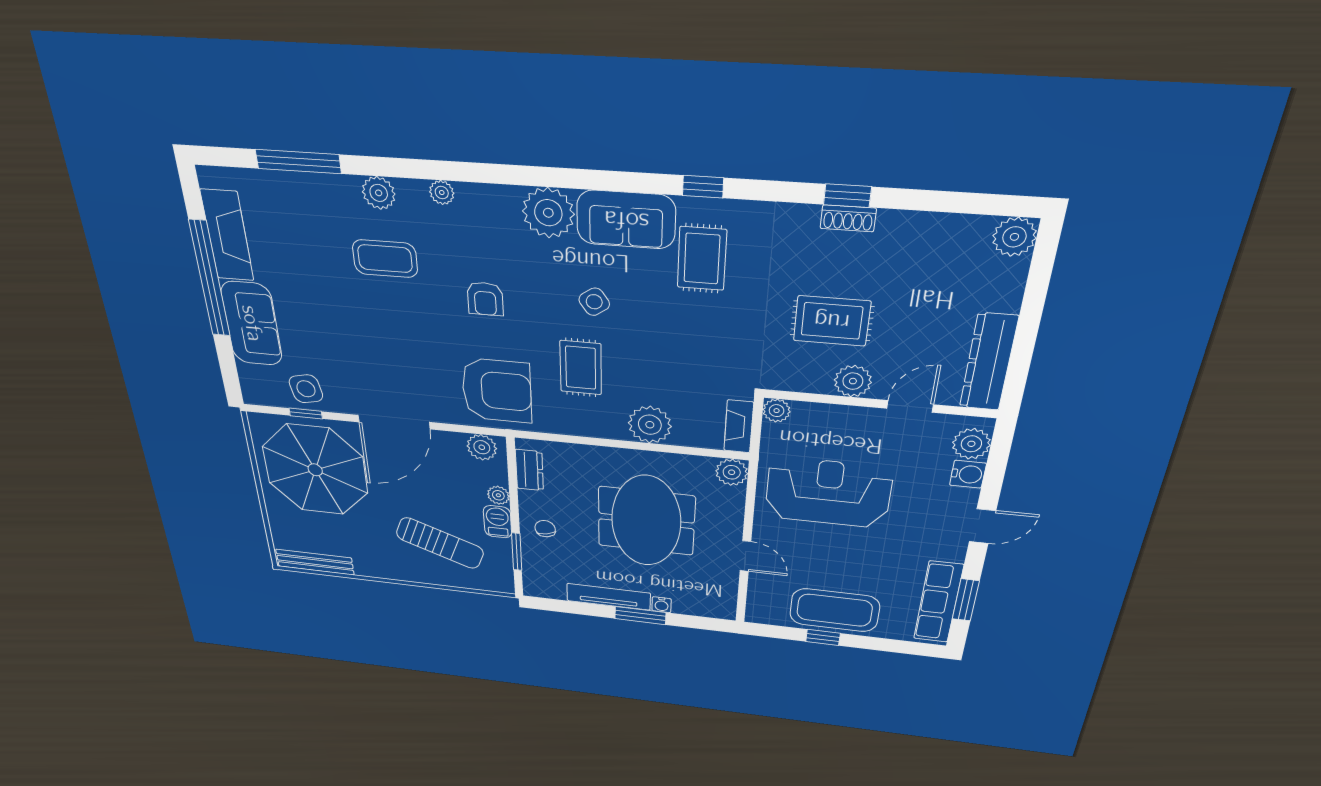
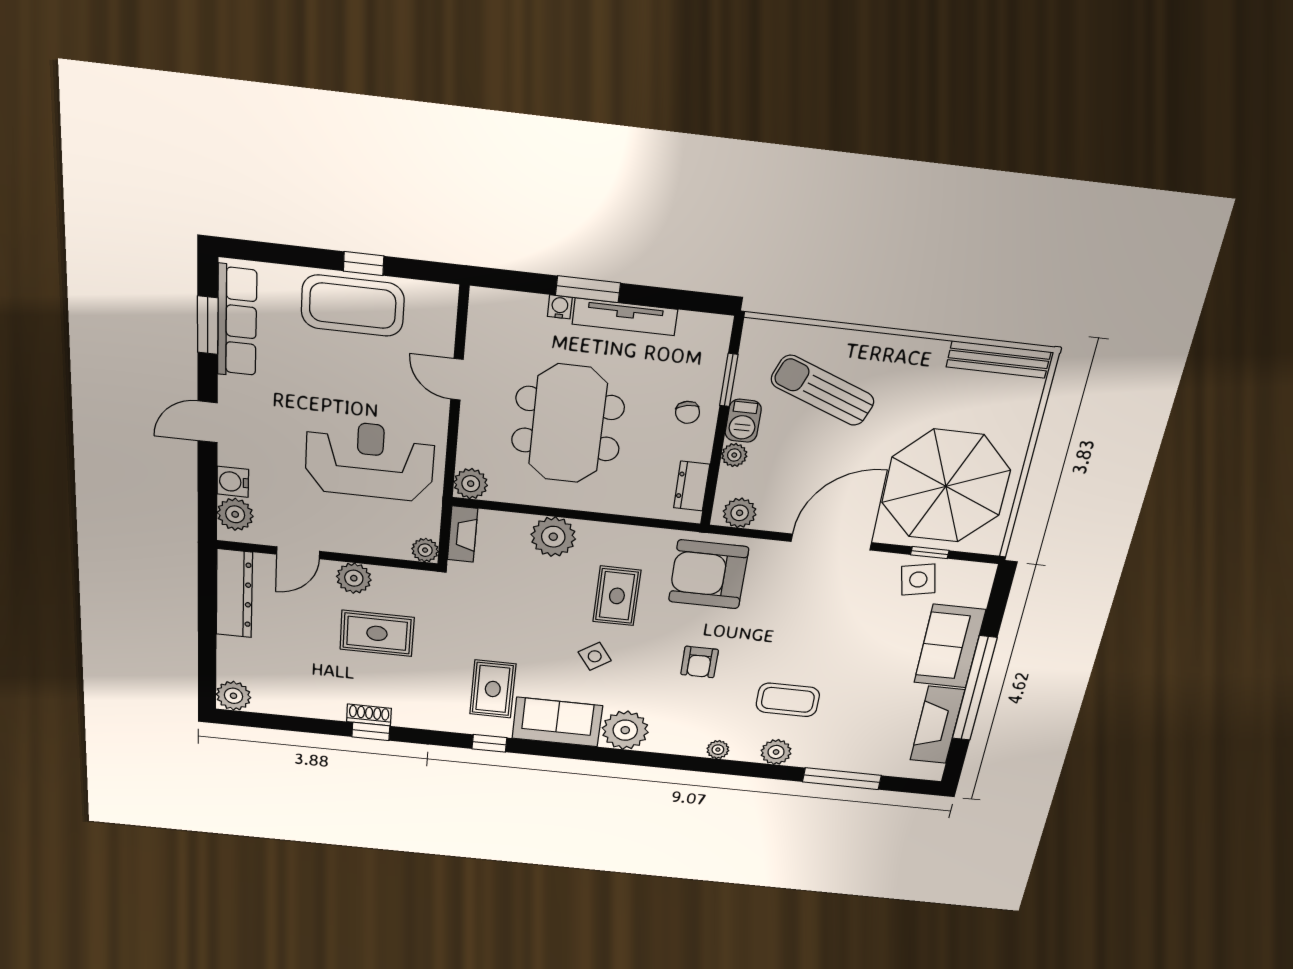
armchair: (485, 299) -> (700, 662), turned 180
reception desk: (828, 493) -> (370, 460), turned 180

